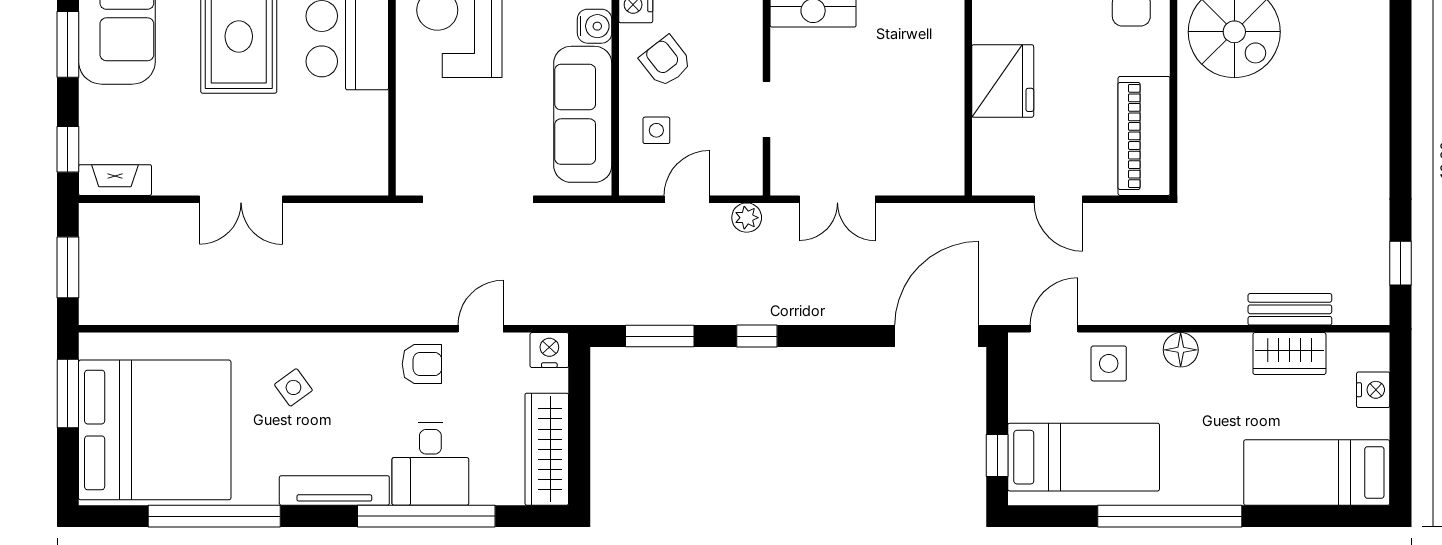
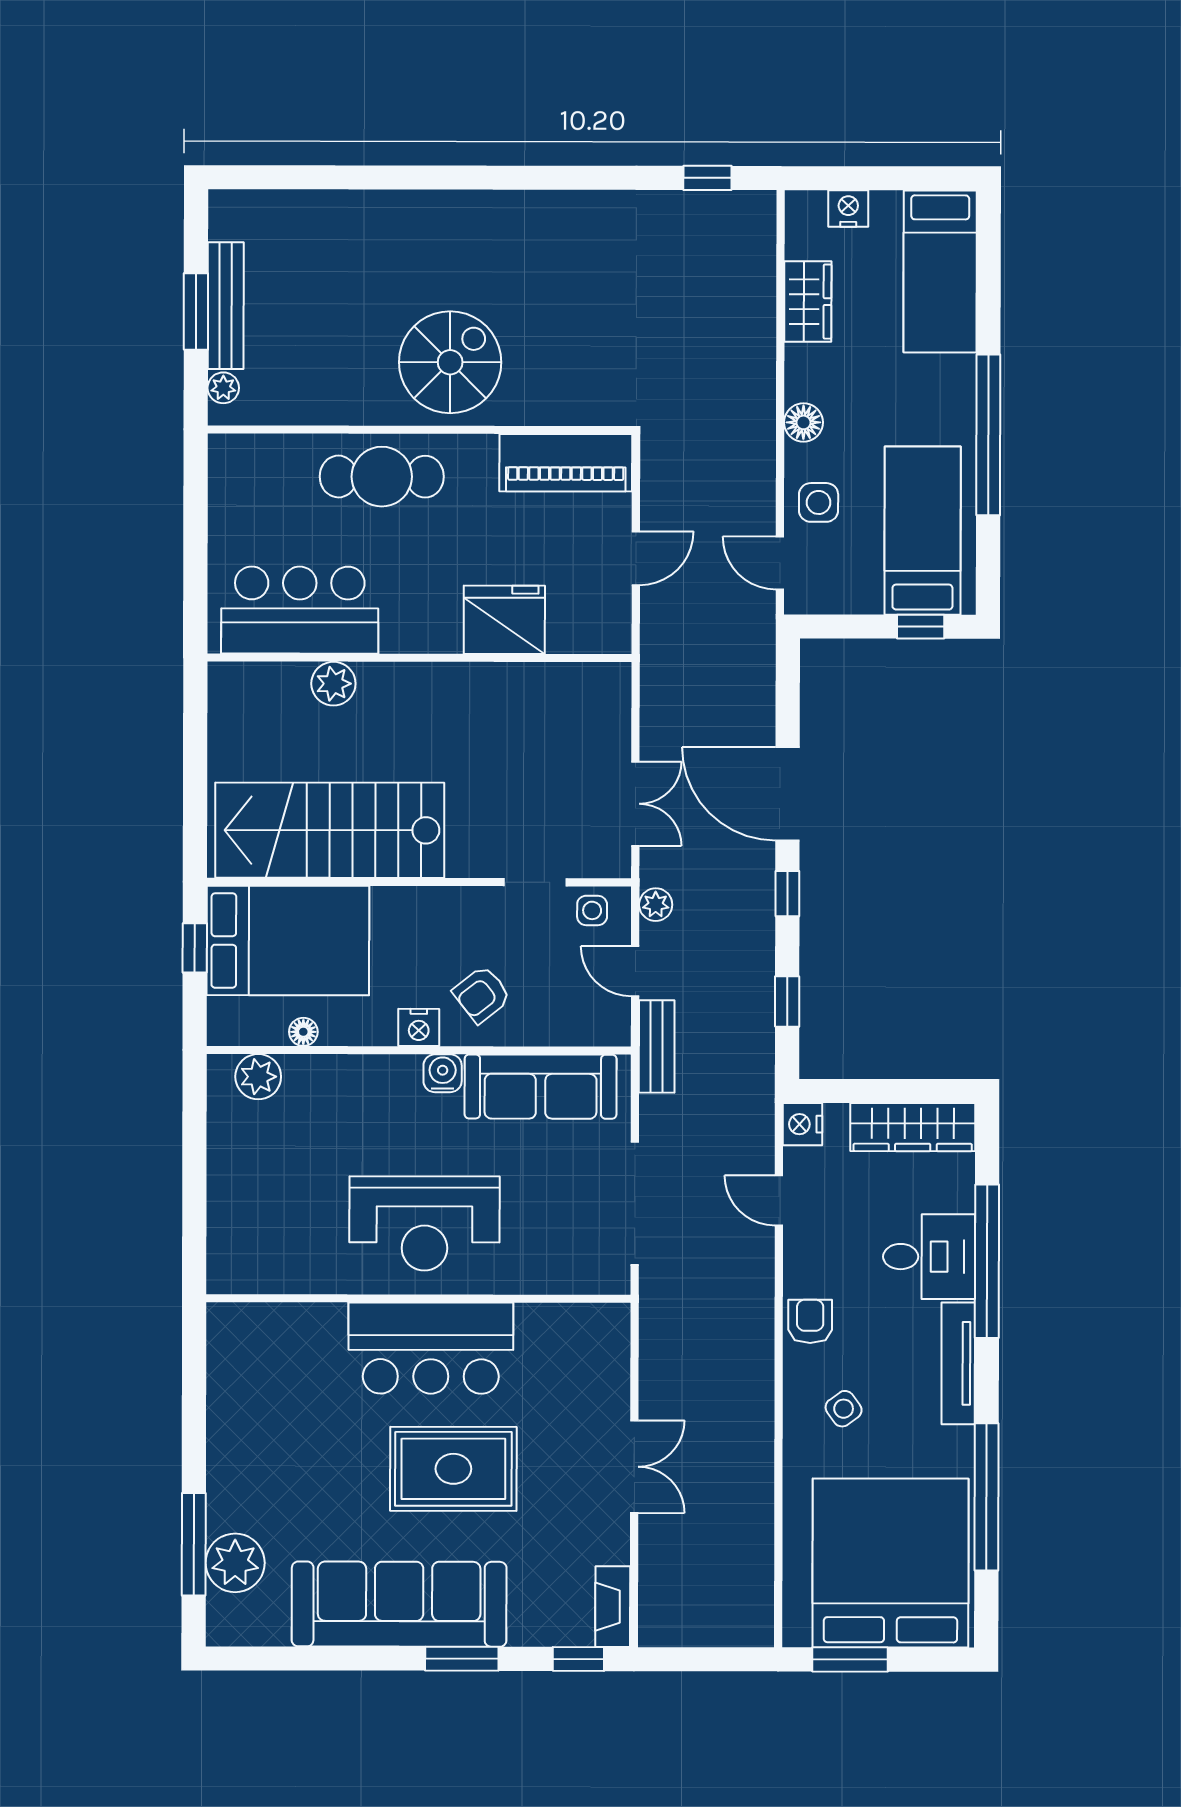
side table: (656, 130) -> (592, 910), moved
window: (68, 267) -> (710, 1659), removed
bench: (1290, 309) -> (657, 1046), moved
window: (660, 336) -> (787, 1002), width x0.67
door: (937, 336) -> (788, 794), moved
armchair: (422, 364) -> (810, 1321), moved

